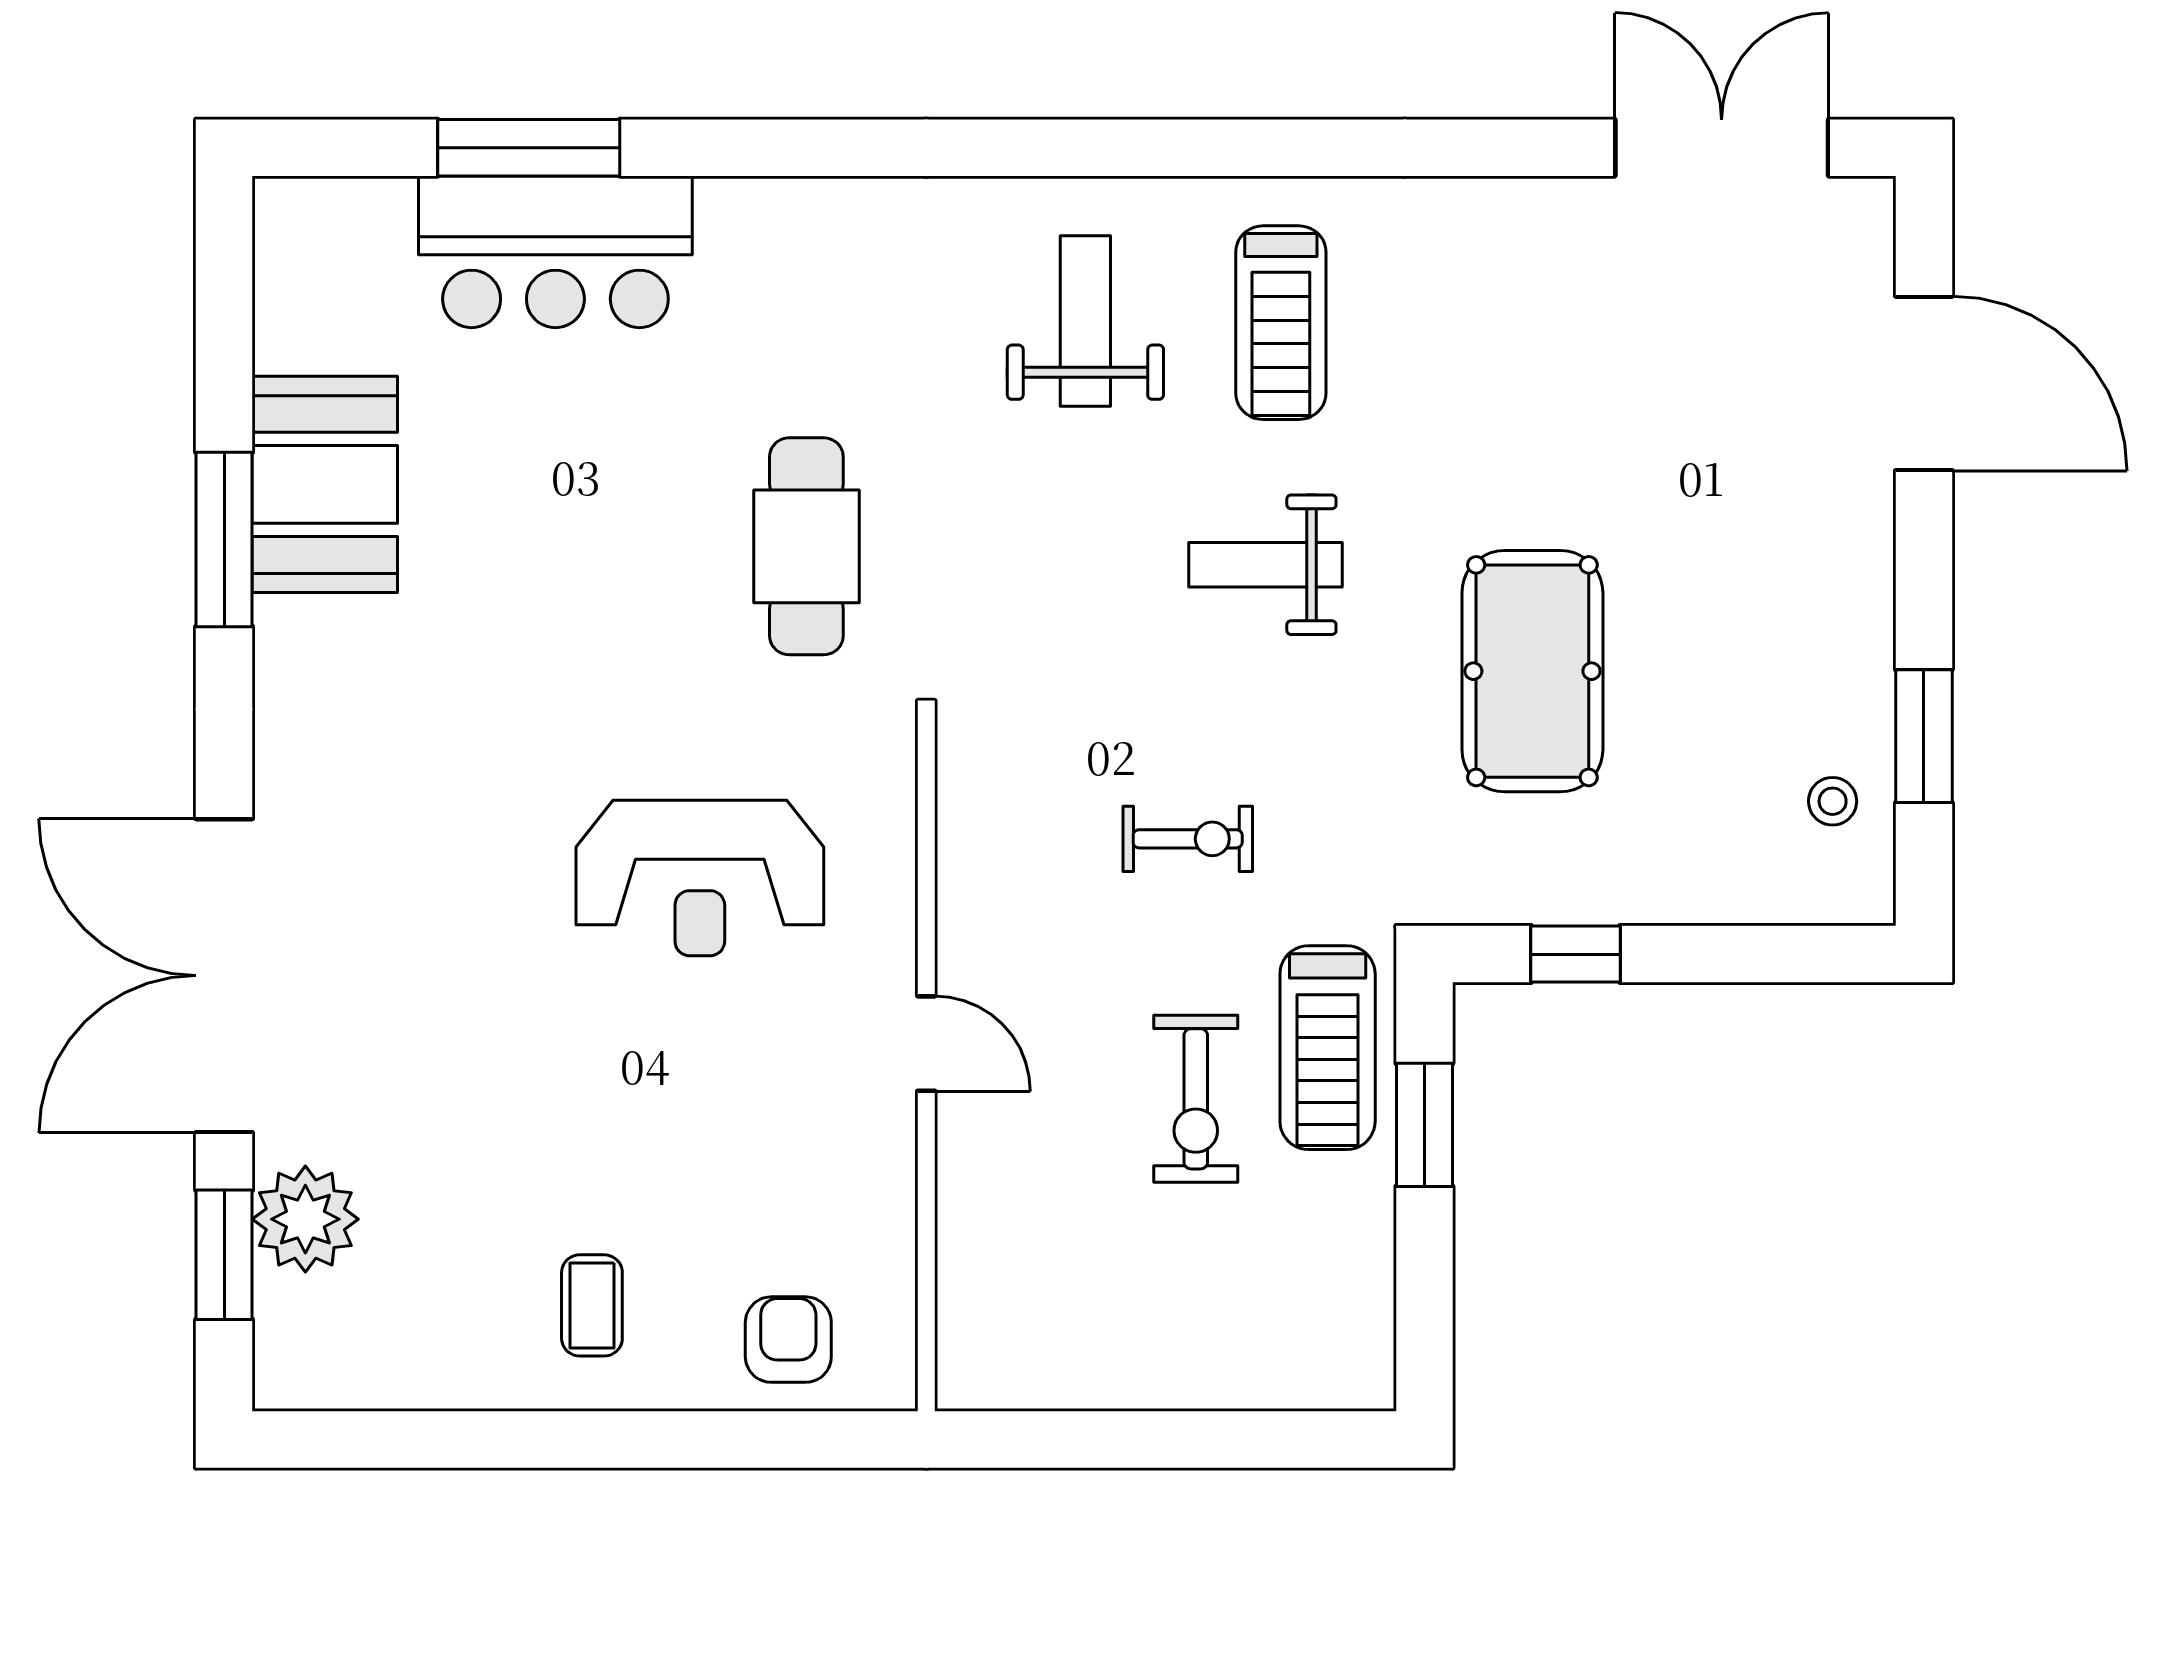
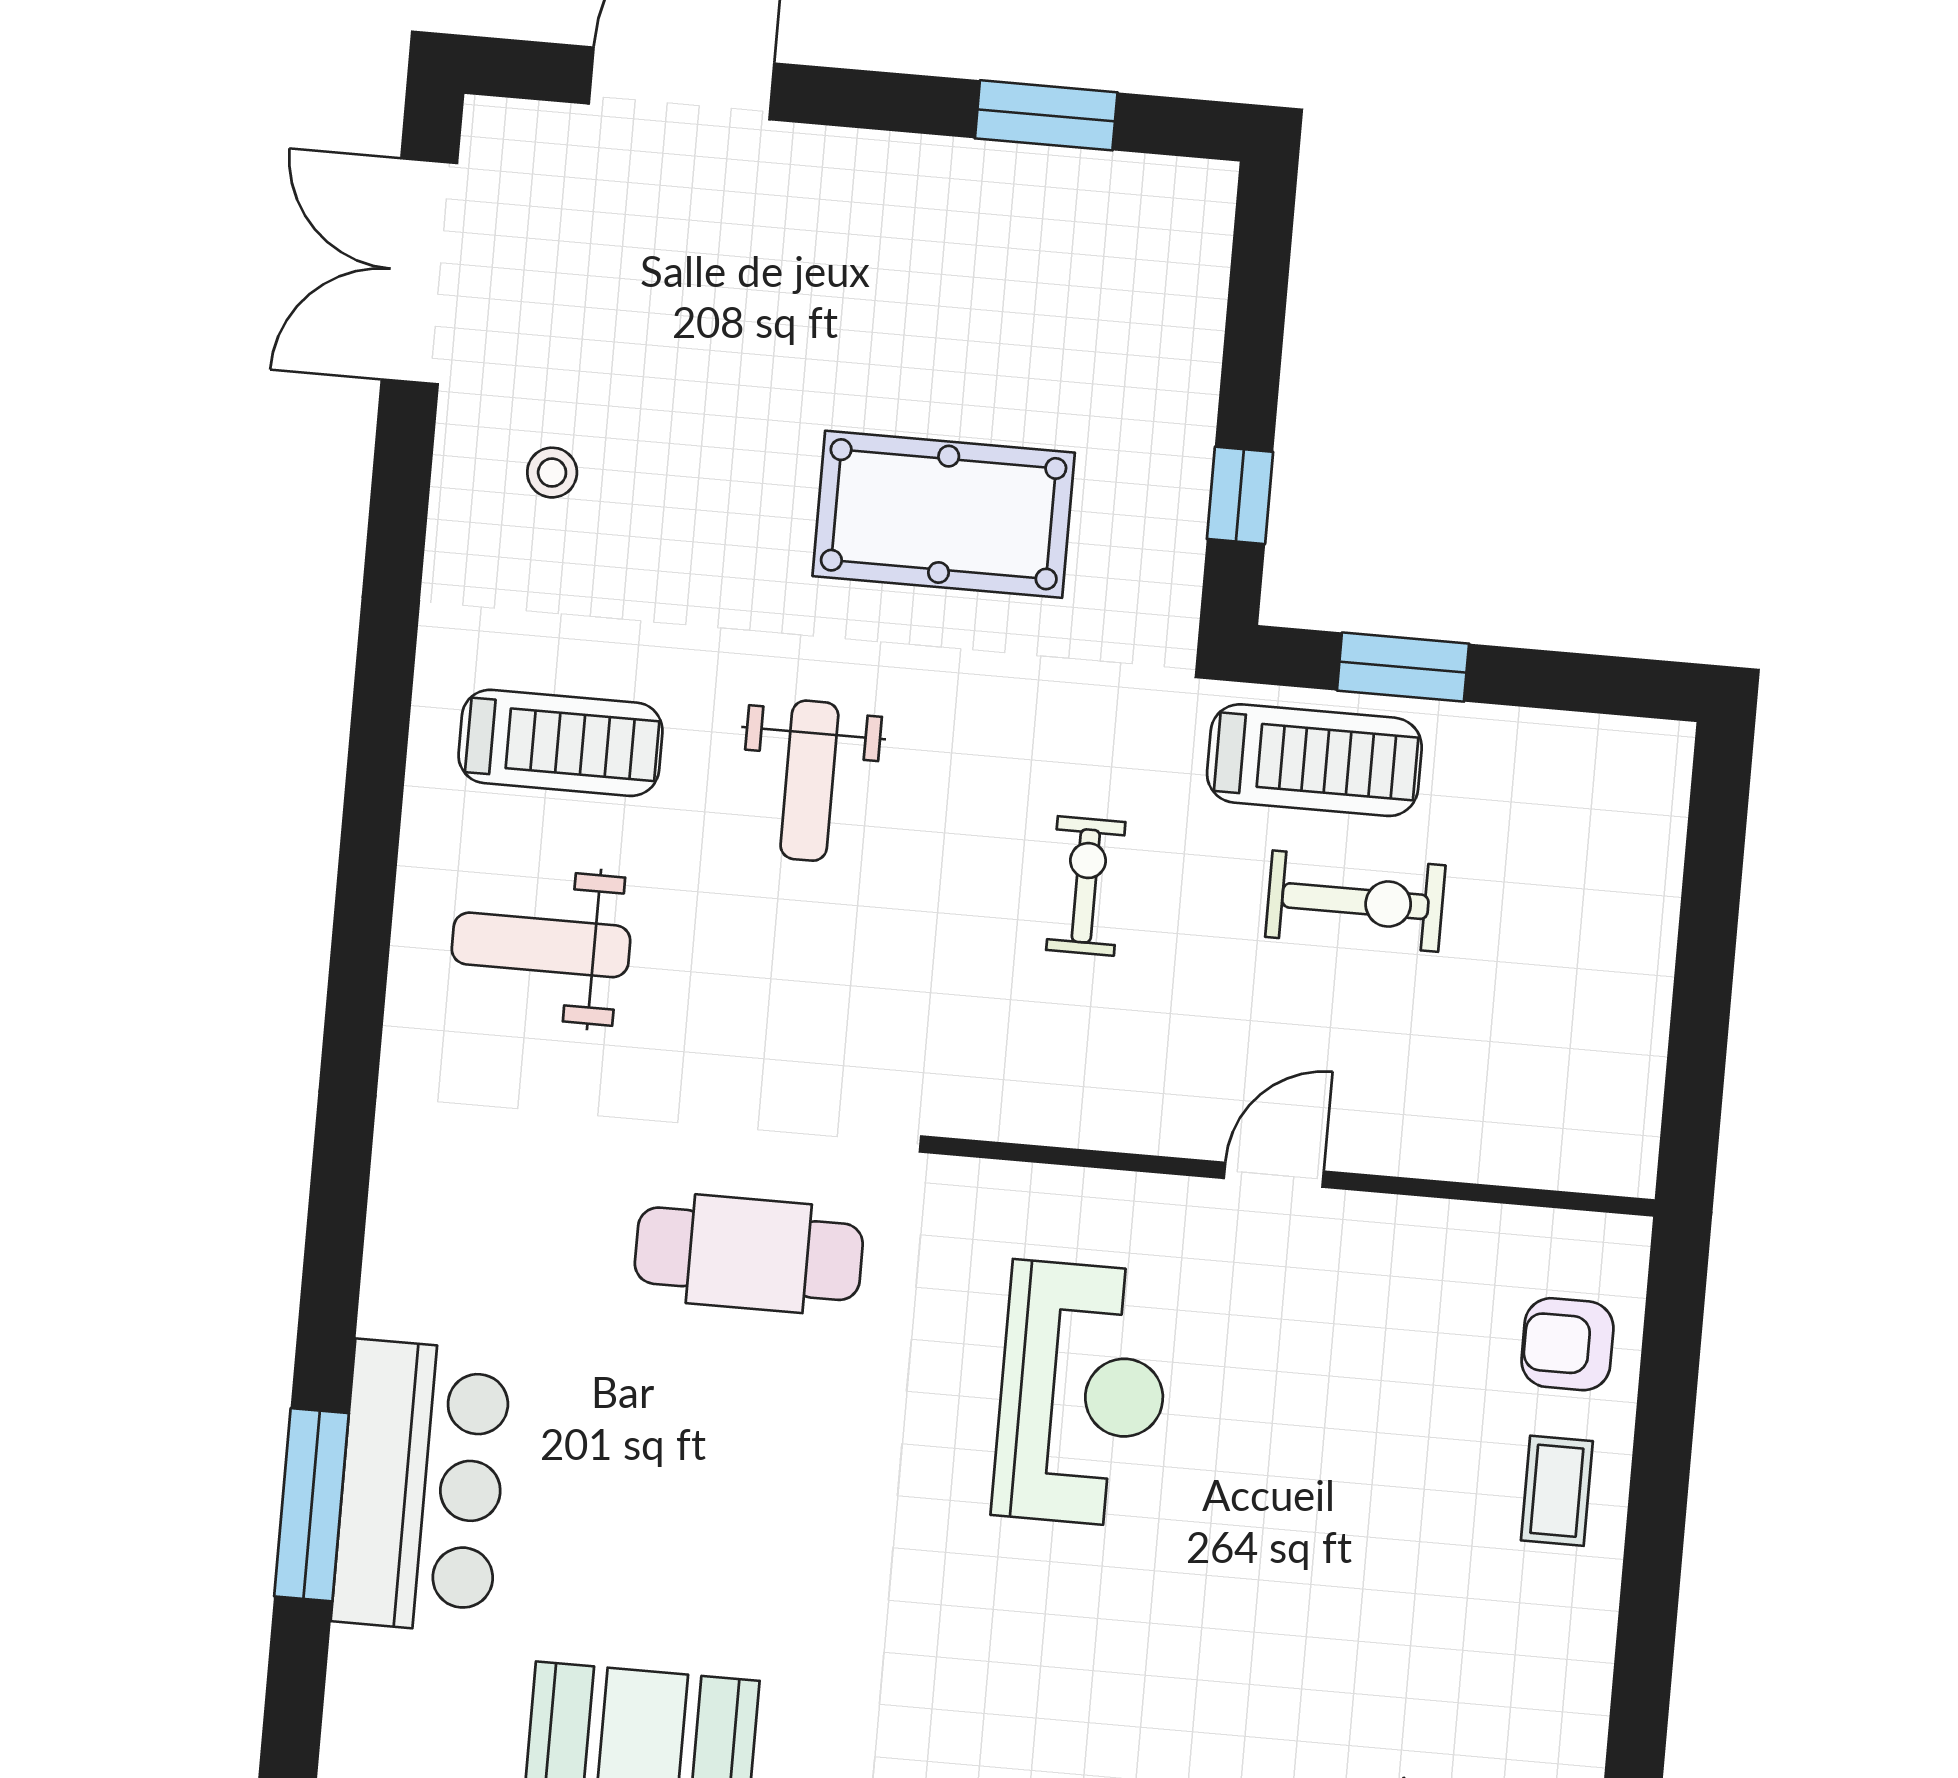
stool: (1833, 801) -> (552, 473), moved
coffee table: (592, 1305) -> (1557, 1491), moved, turned 90

